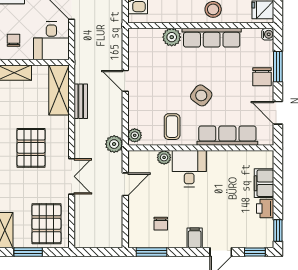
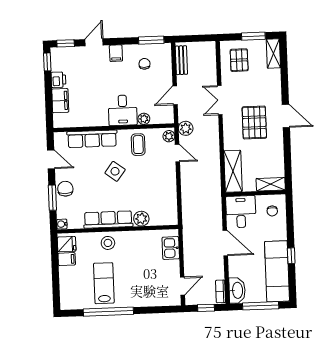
door: (125, 81) -> (177, 153), moved
bench: (81, 101) -> (181, 60), moved
pallet: (46, 224) -> (239, 60), width x0.67, depth x0.71

